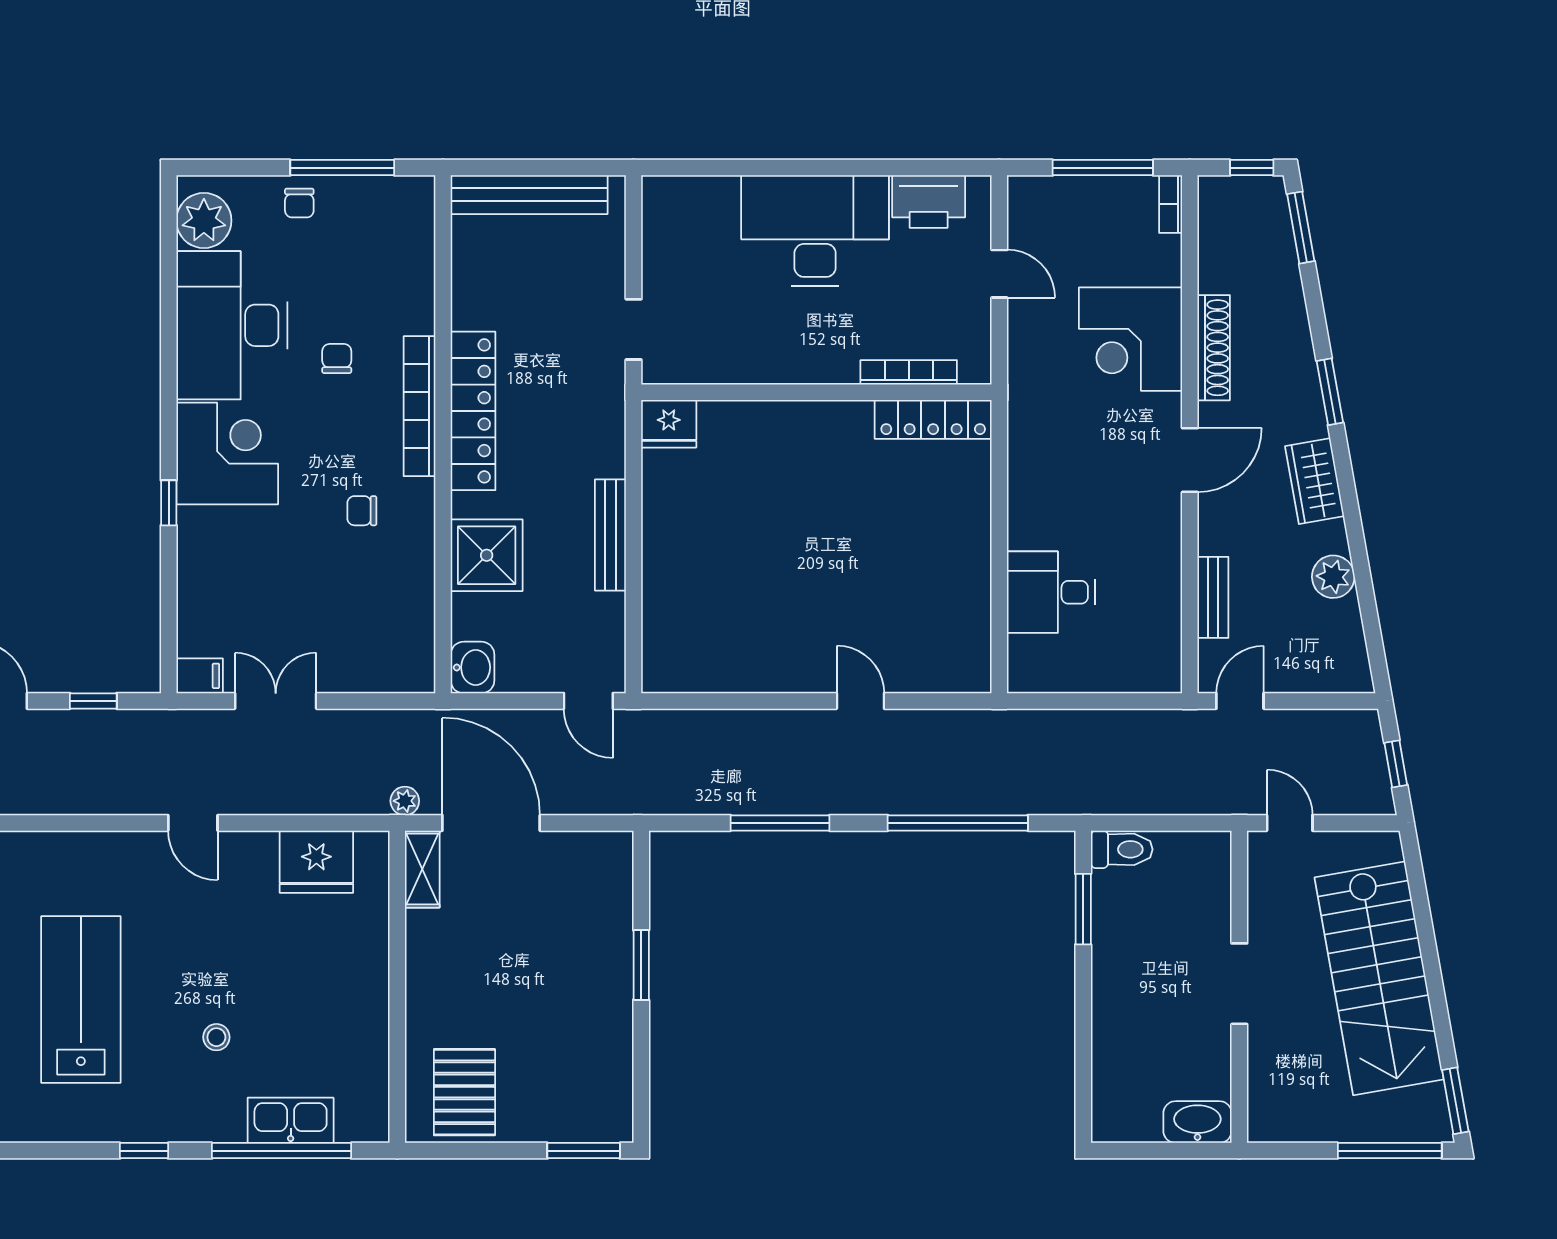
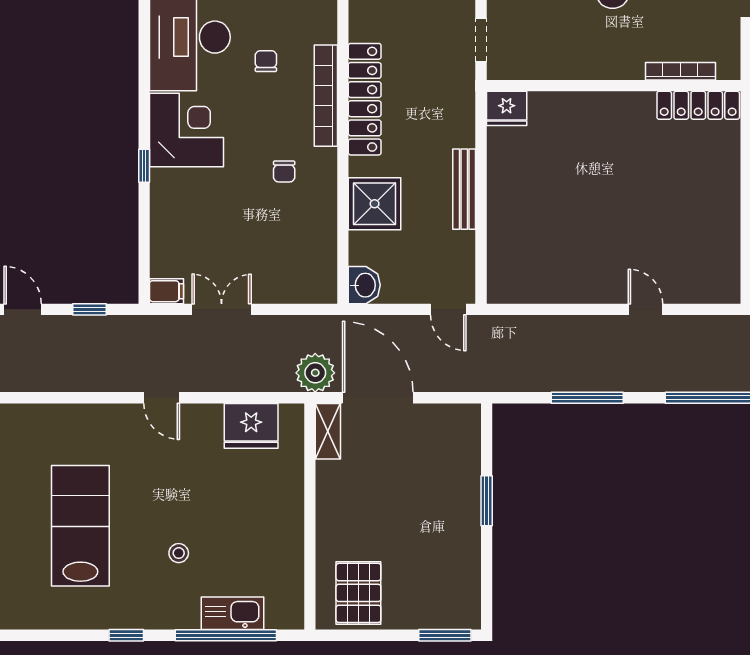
chair: (362, 511) -> (284, 171), turned -90
plant: (405, 801) -> (315, 373), width x1.88, depth x1.88

